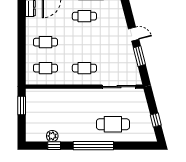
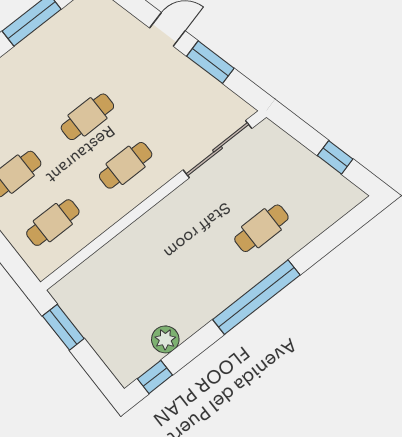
cafe table: (84, 16) -> (87, 117), moved
cafe table: (113, 124) -> (261, 228), width x0.73, depth x0.74
window: (54, 146) -> (155, 377), moved

